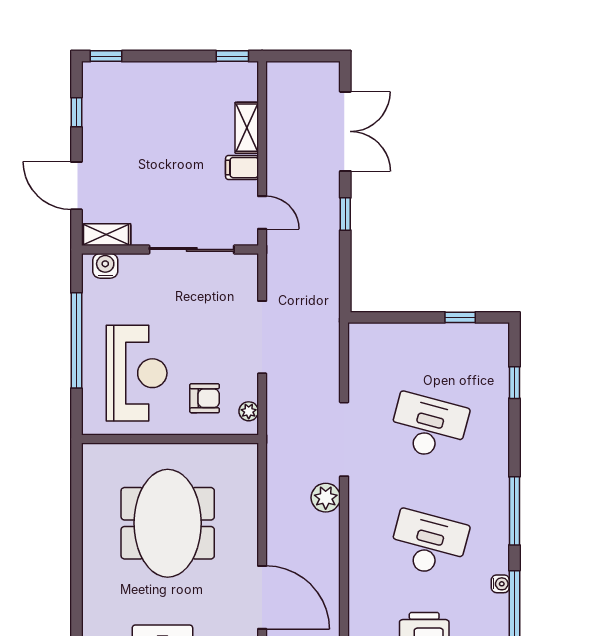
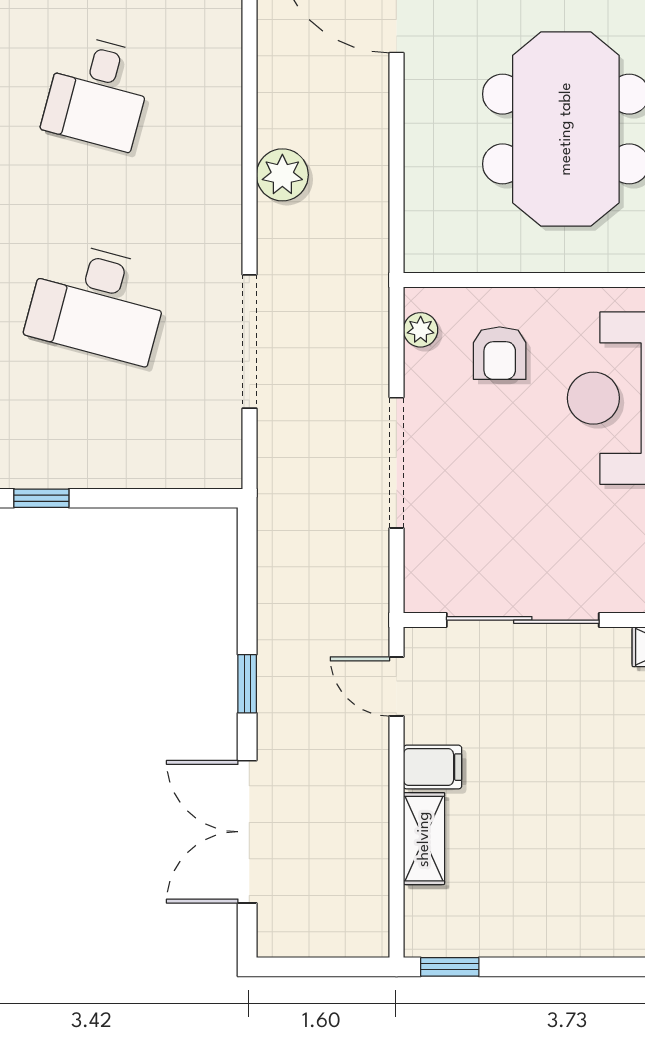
armchair: (205, 398) -> (500, 353), turned -90
doorway: (344, 439) -> (249, 341), moved
desk: (429, 544) -> (98, 92), width x0.73

